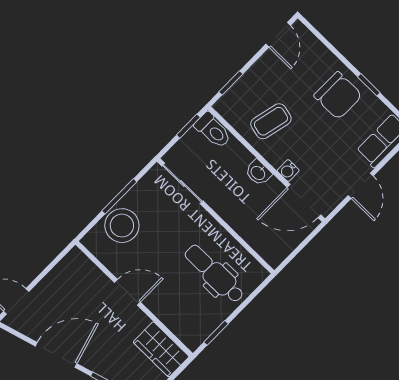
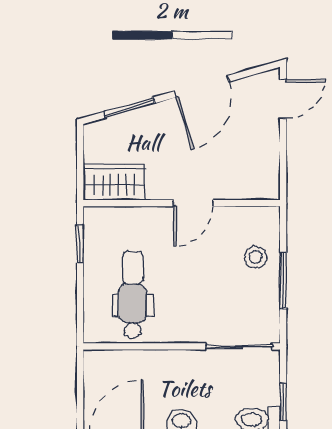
stool: (122, 226) -> (256, 257), width x0.53, depth x0.53
dental chair: (214, 274) -> (133, 294), turned -90

